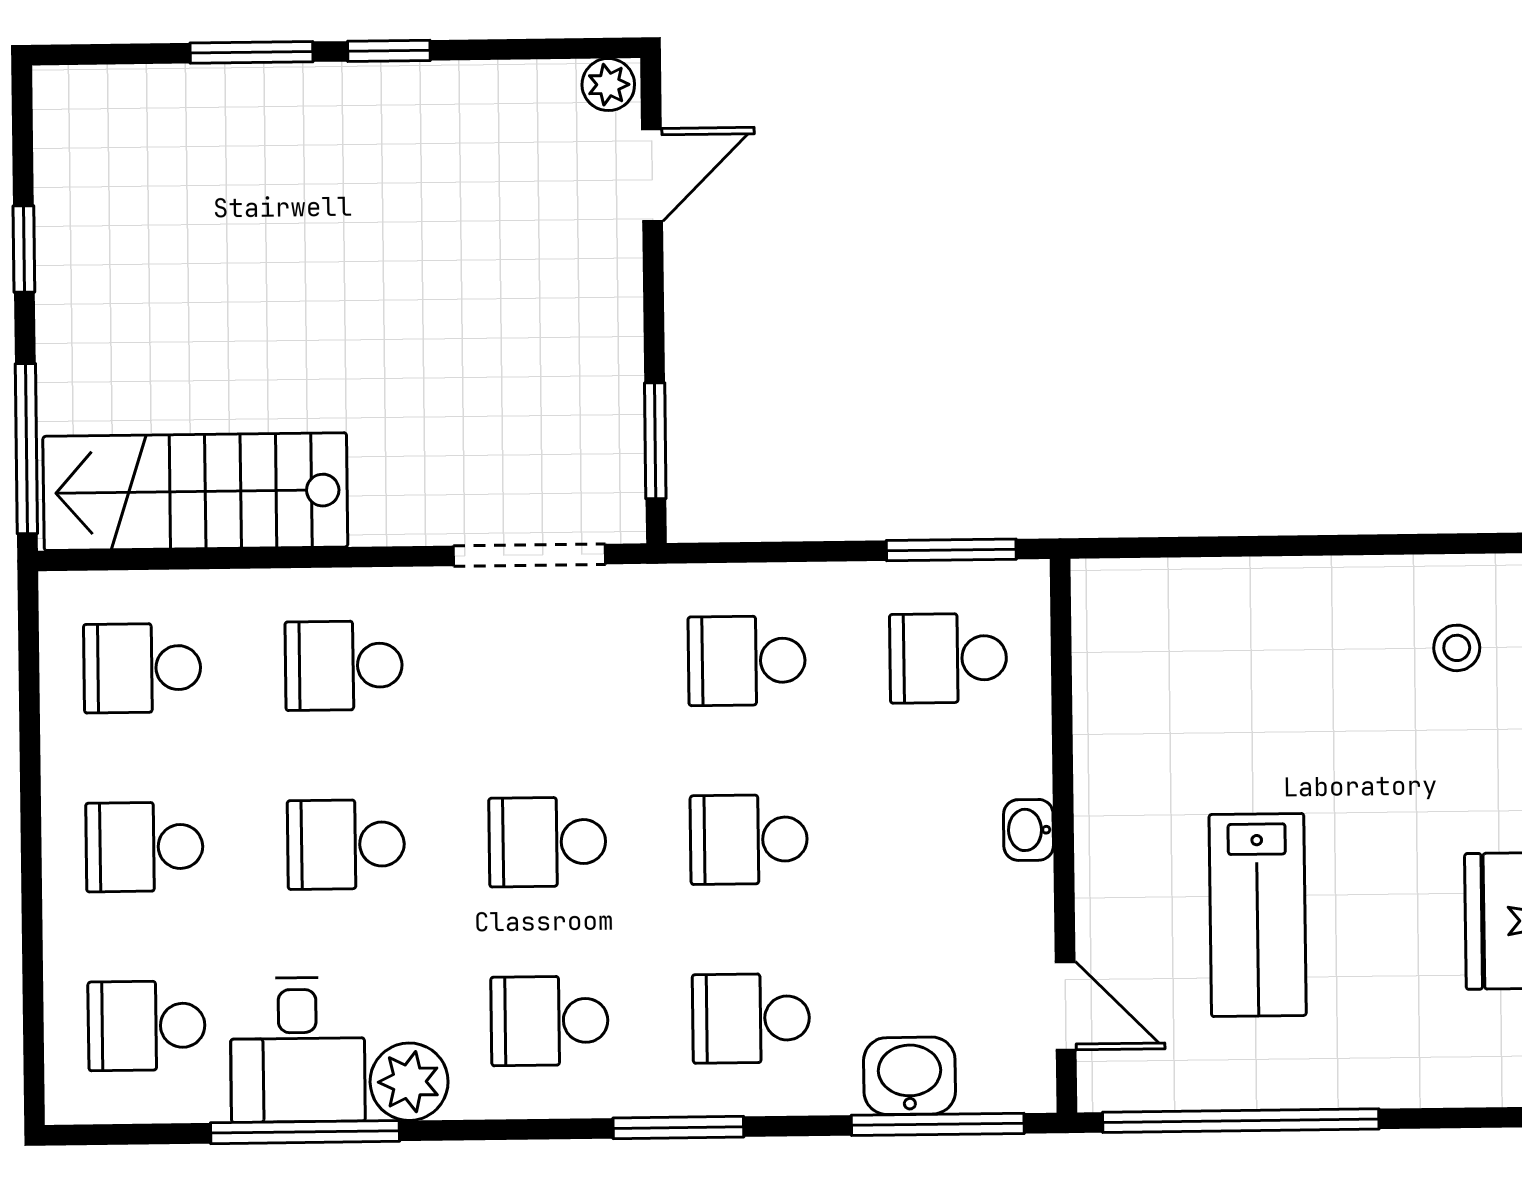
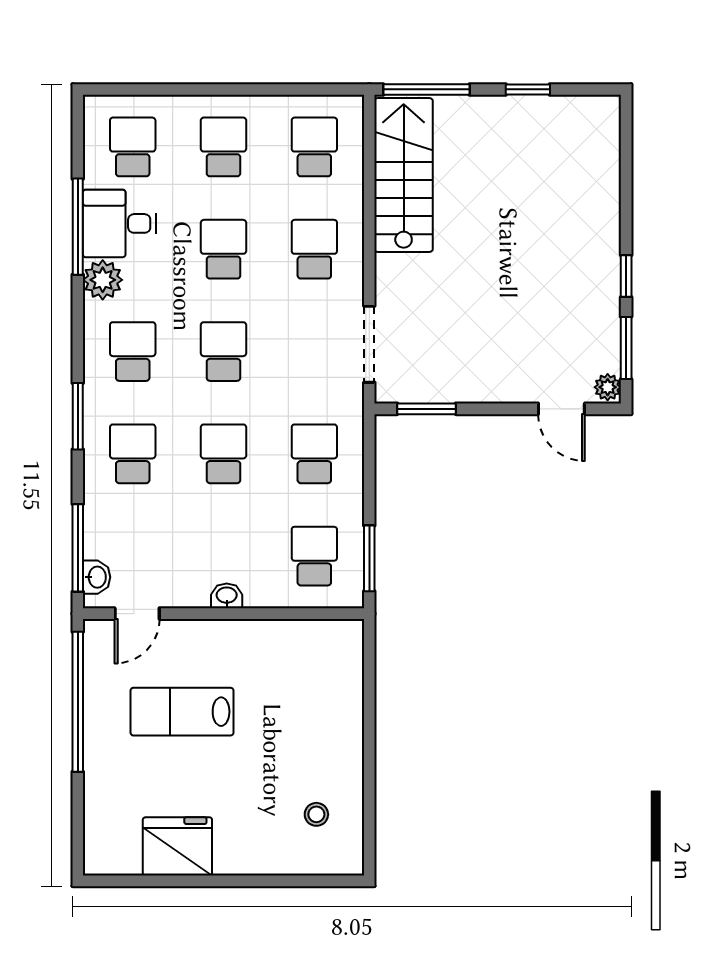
window: (251, 52) -> (626, 348), moved
washbasin: (910, 1076) -> (96, 577), moved, width x0.72, depth x0.69

